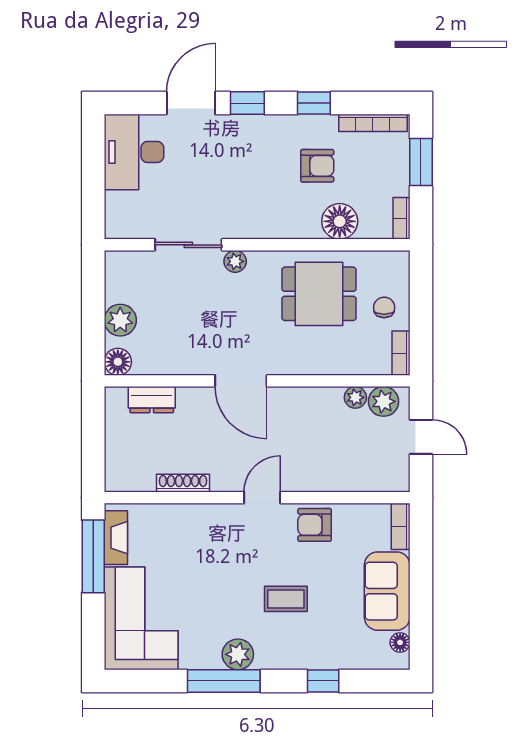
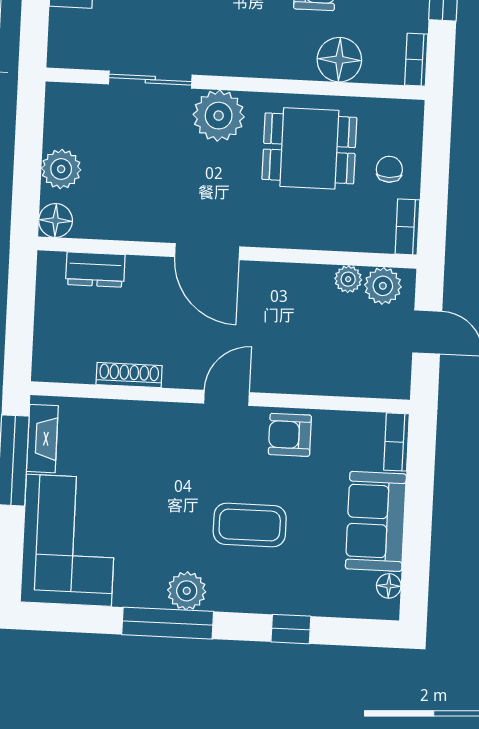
plant: (235, 261) -> (219, 116), width x1.87, depth x1.87
coffee table: (286, 599) -> (250, 525), width x1.36, depth x1.30

